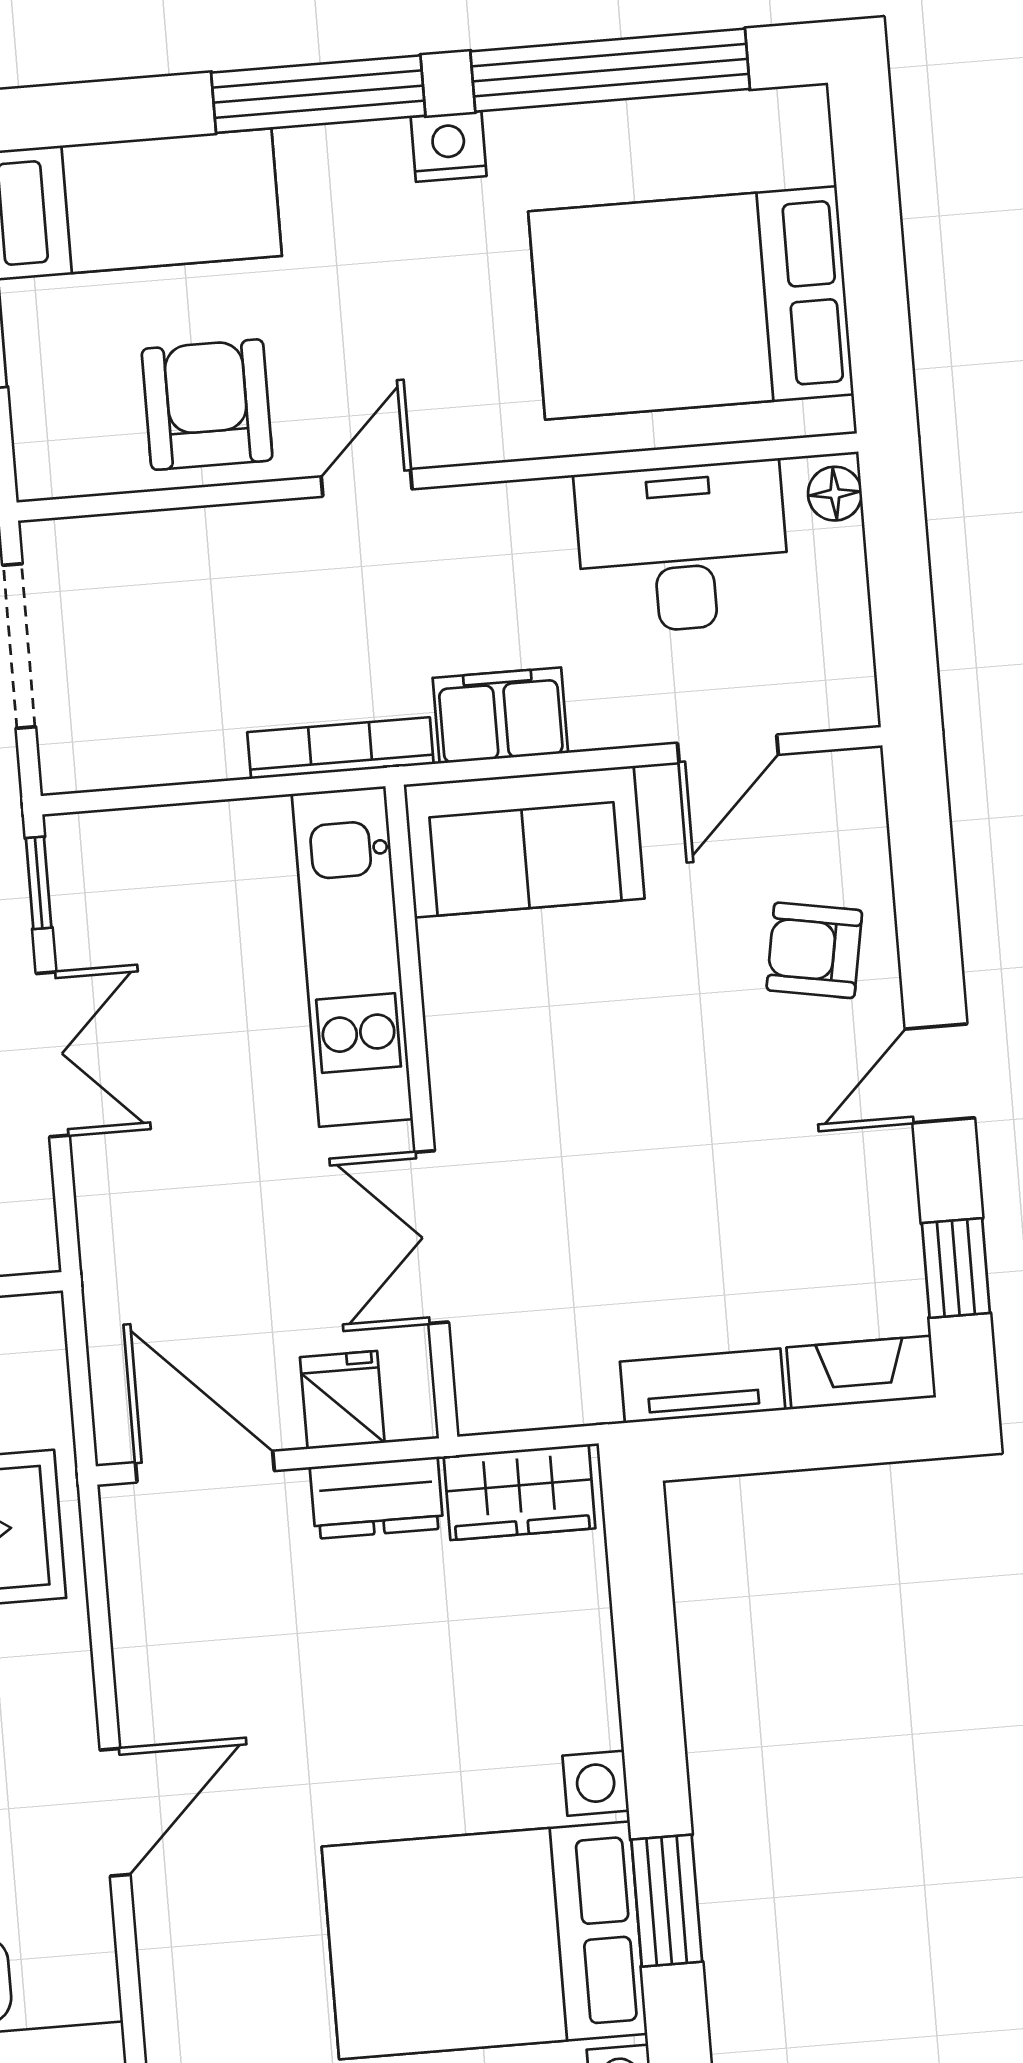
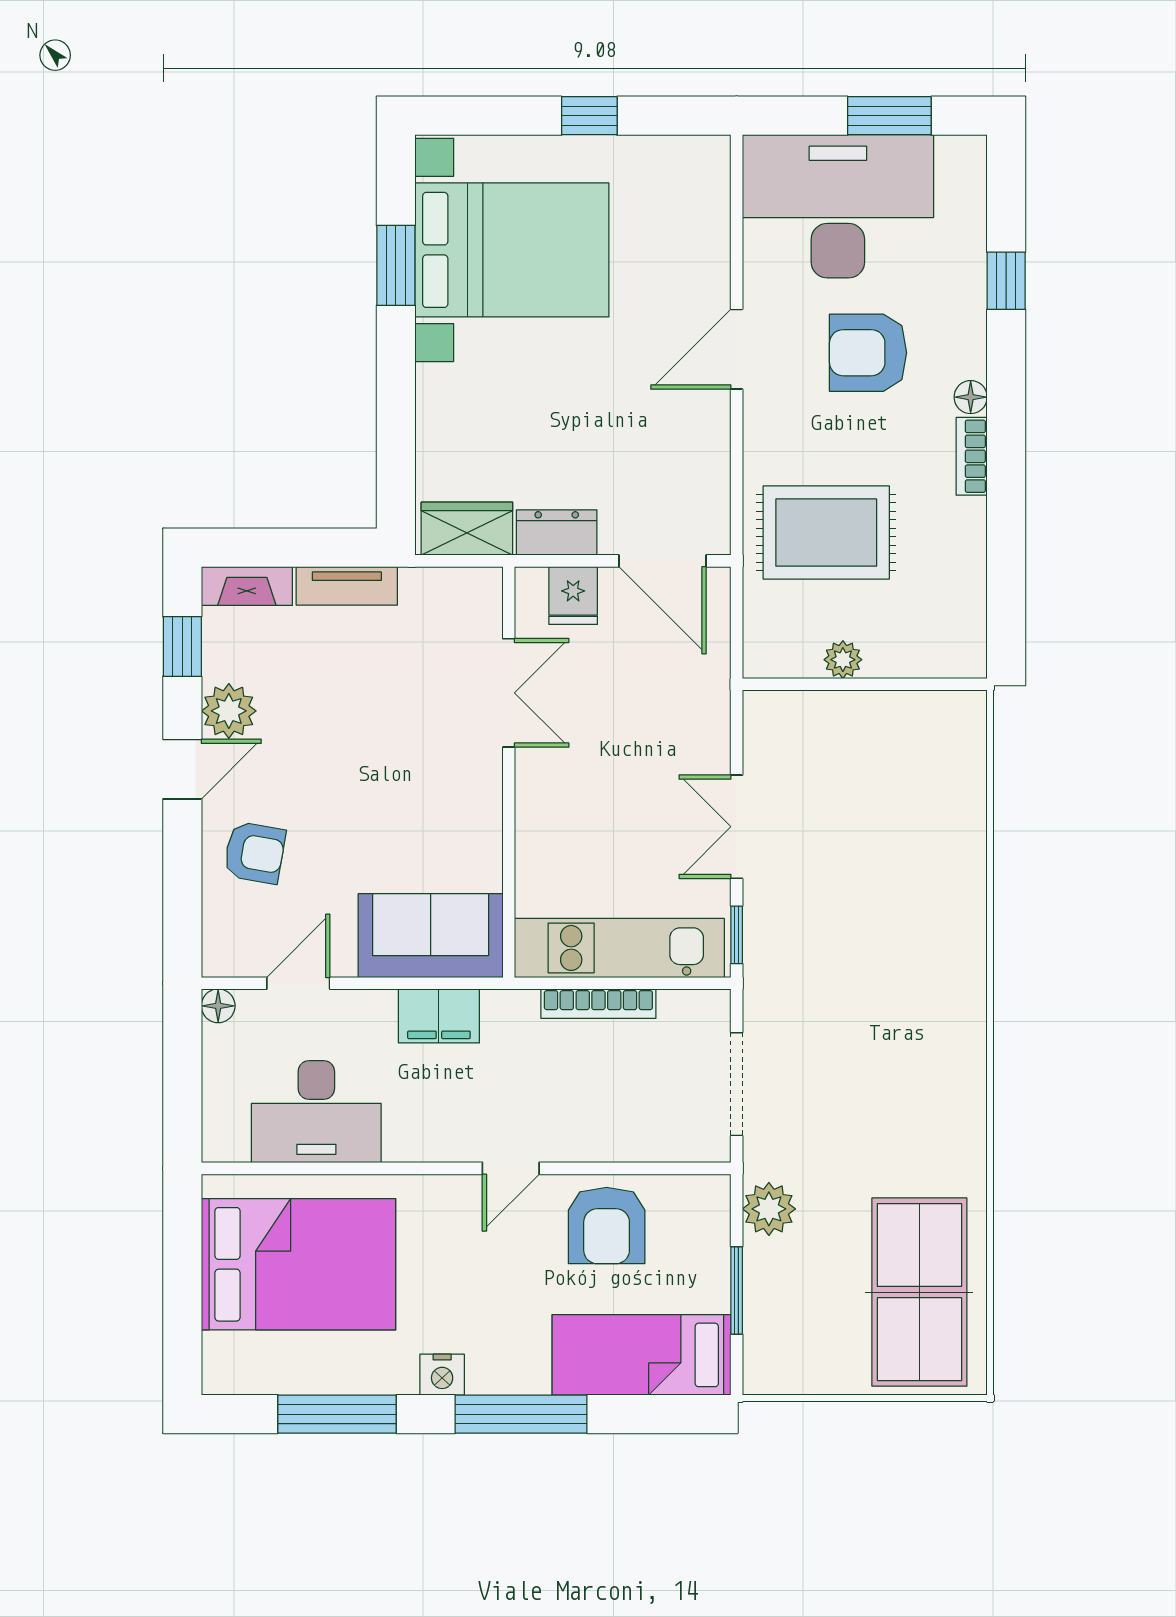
window: (610, 70) -> (337, 1414), width x0.68
floor lamp: (835, 494) -> (218, 1006), moved
bookcase: (340, 748) -> (598, 1004), moved
kitchen unit: (352, 956) -> (619, 948), moved, turned -90
plant: (874, 1172) -> (229, 711), added

